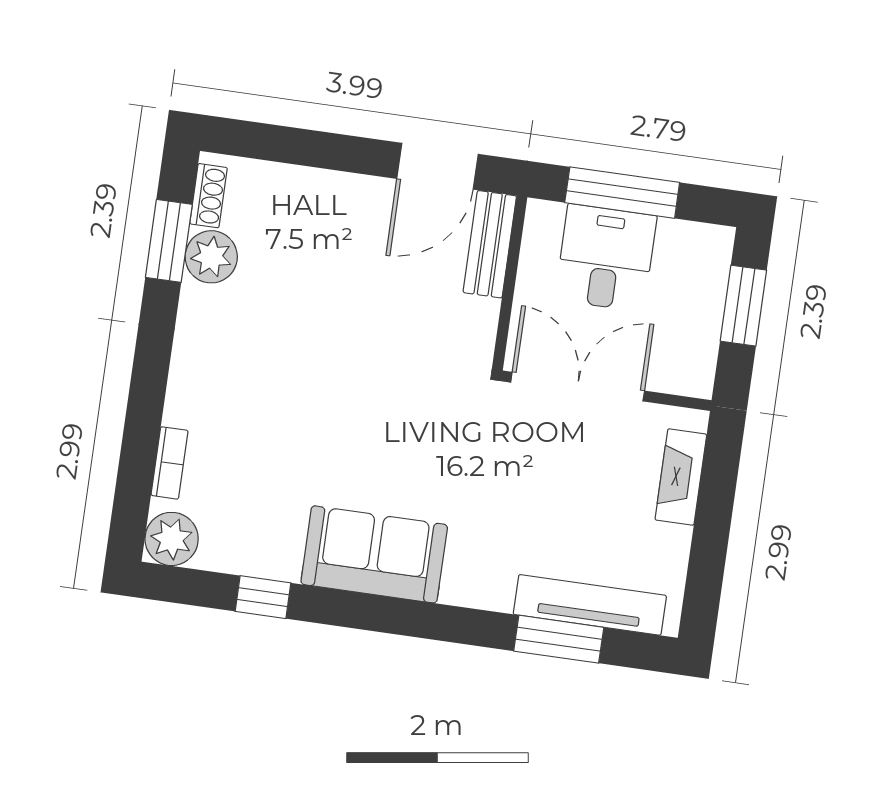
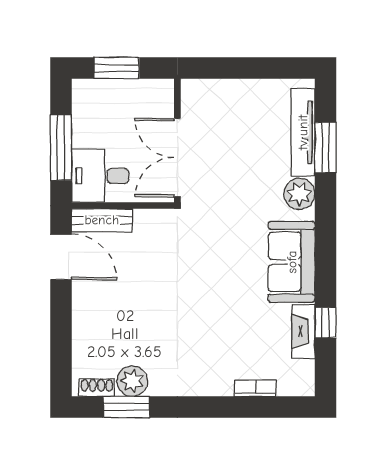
desk: (606, 258) -> (100, 176), moved
fireplace: (681, 477) -> (303, 331), moved, turned 90
plant: (172, 539) -> (299, 194), moved

